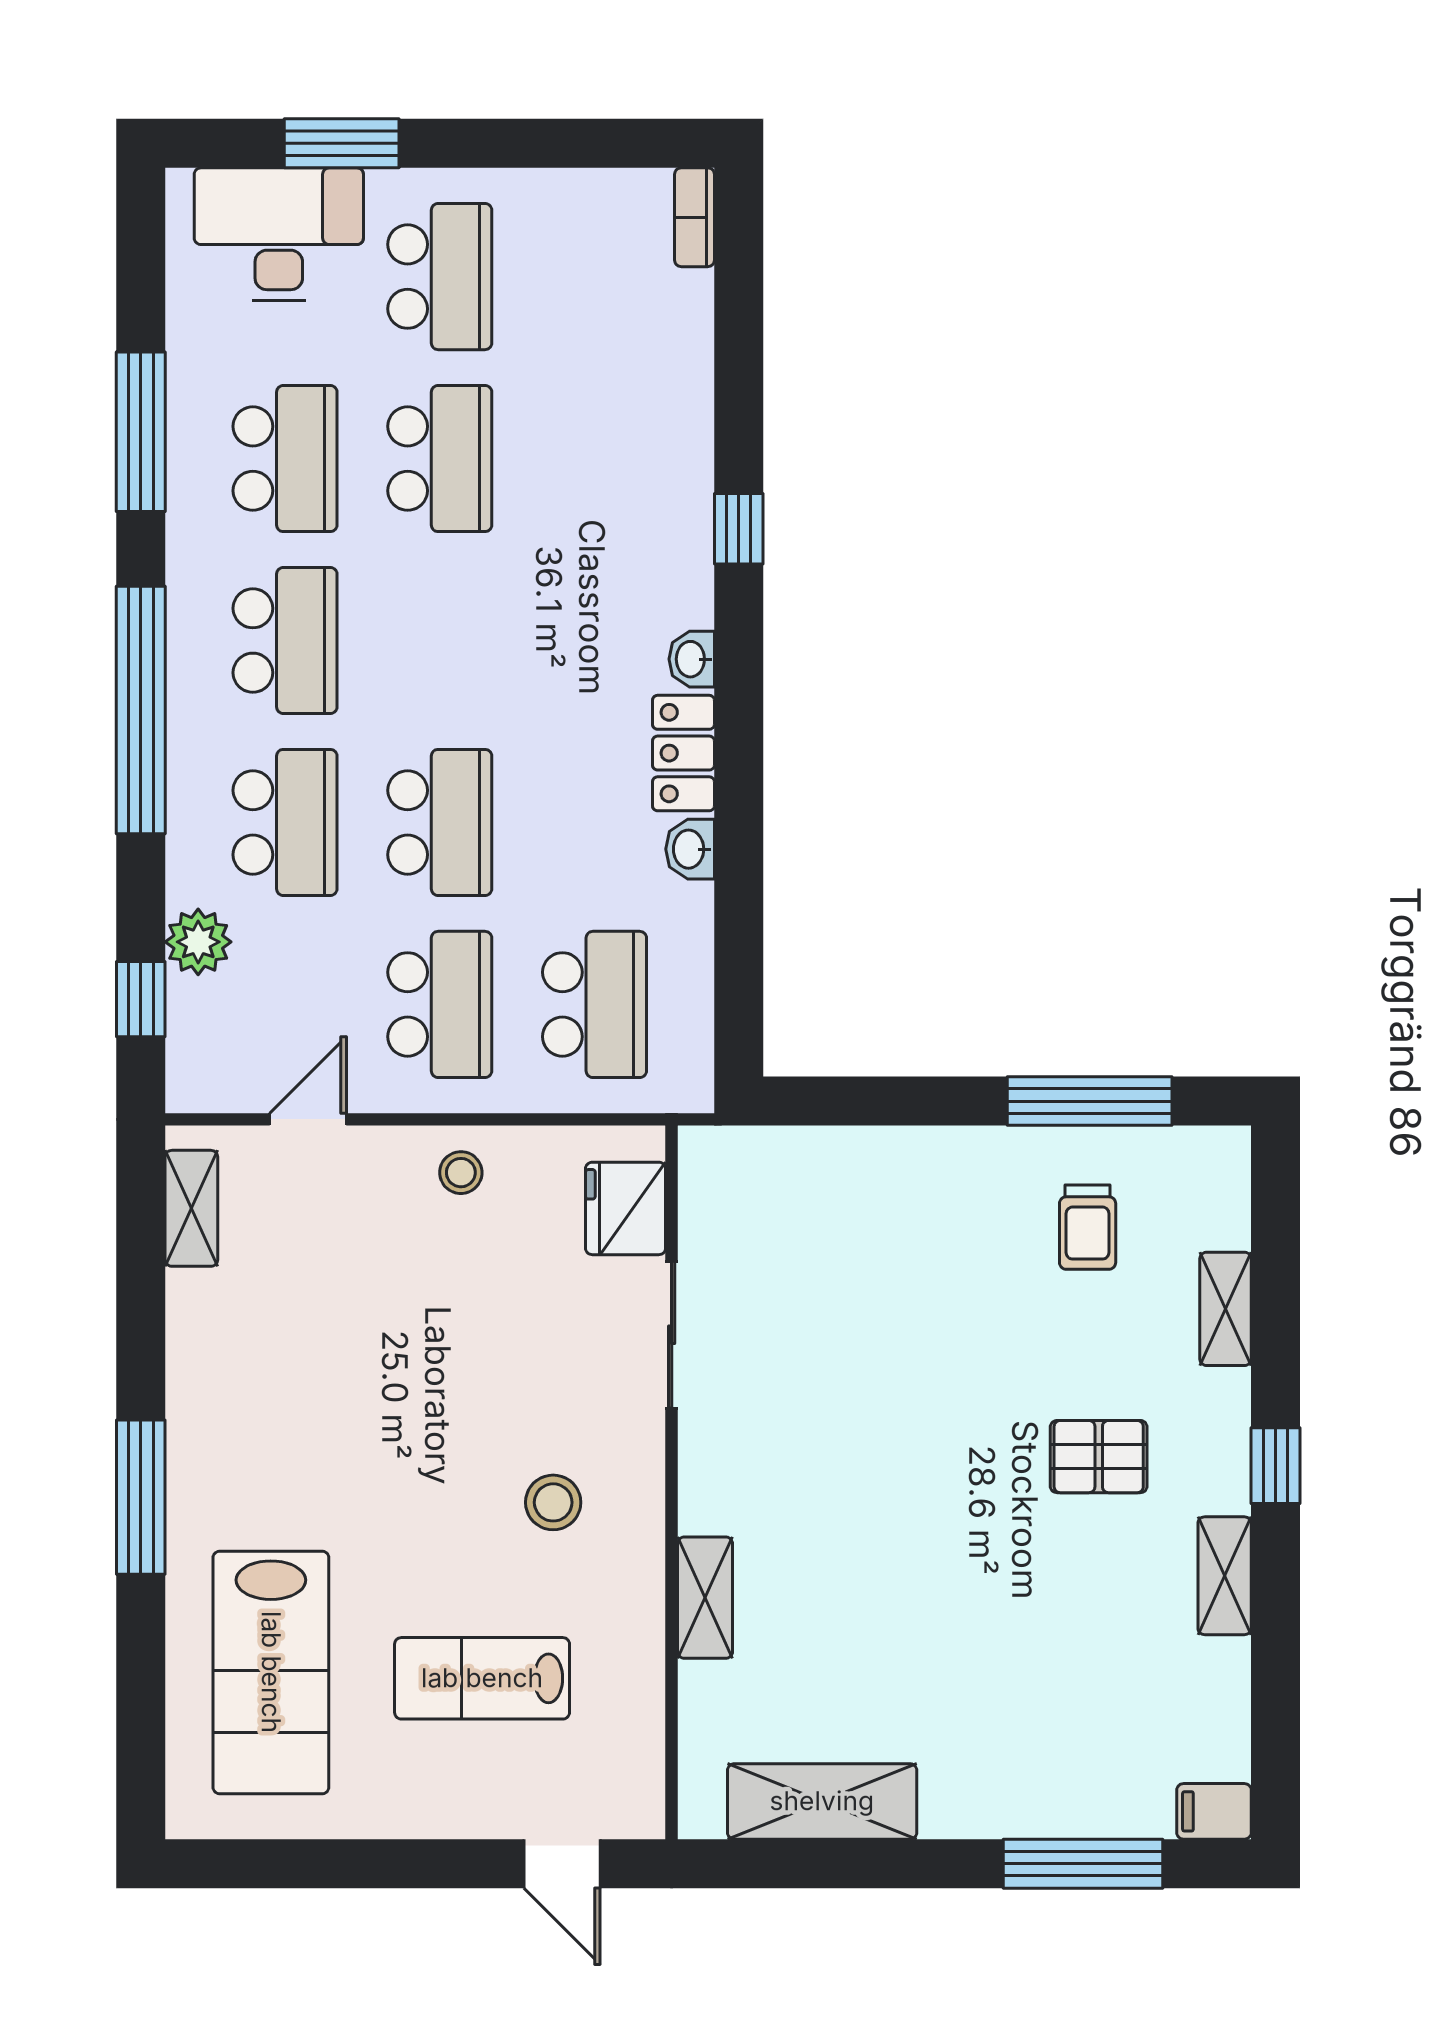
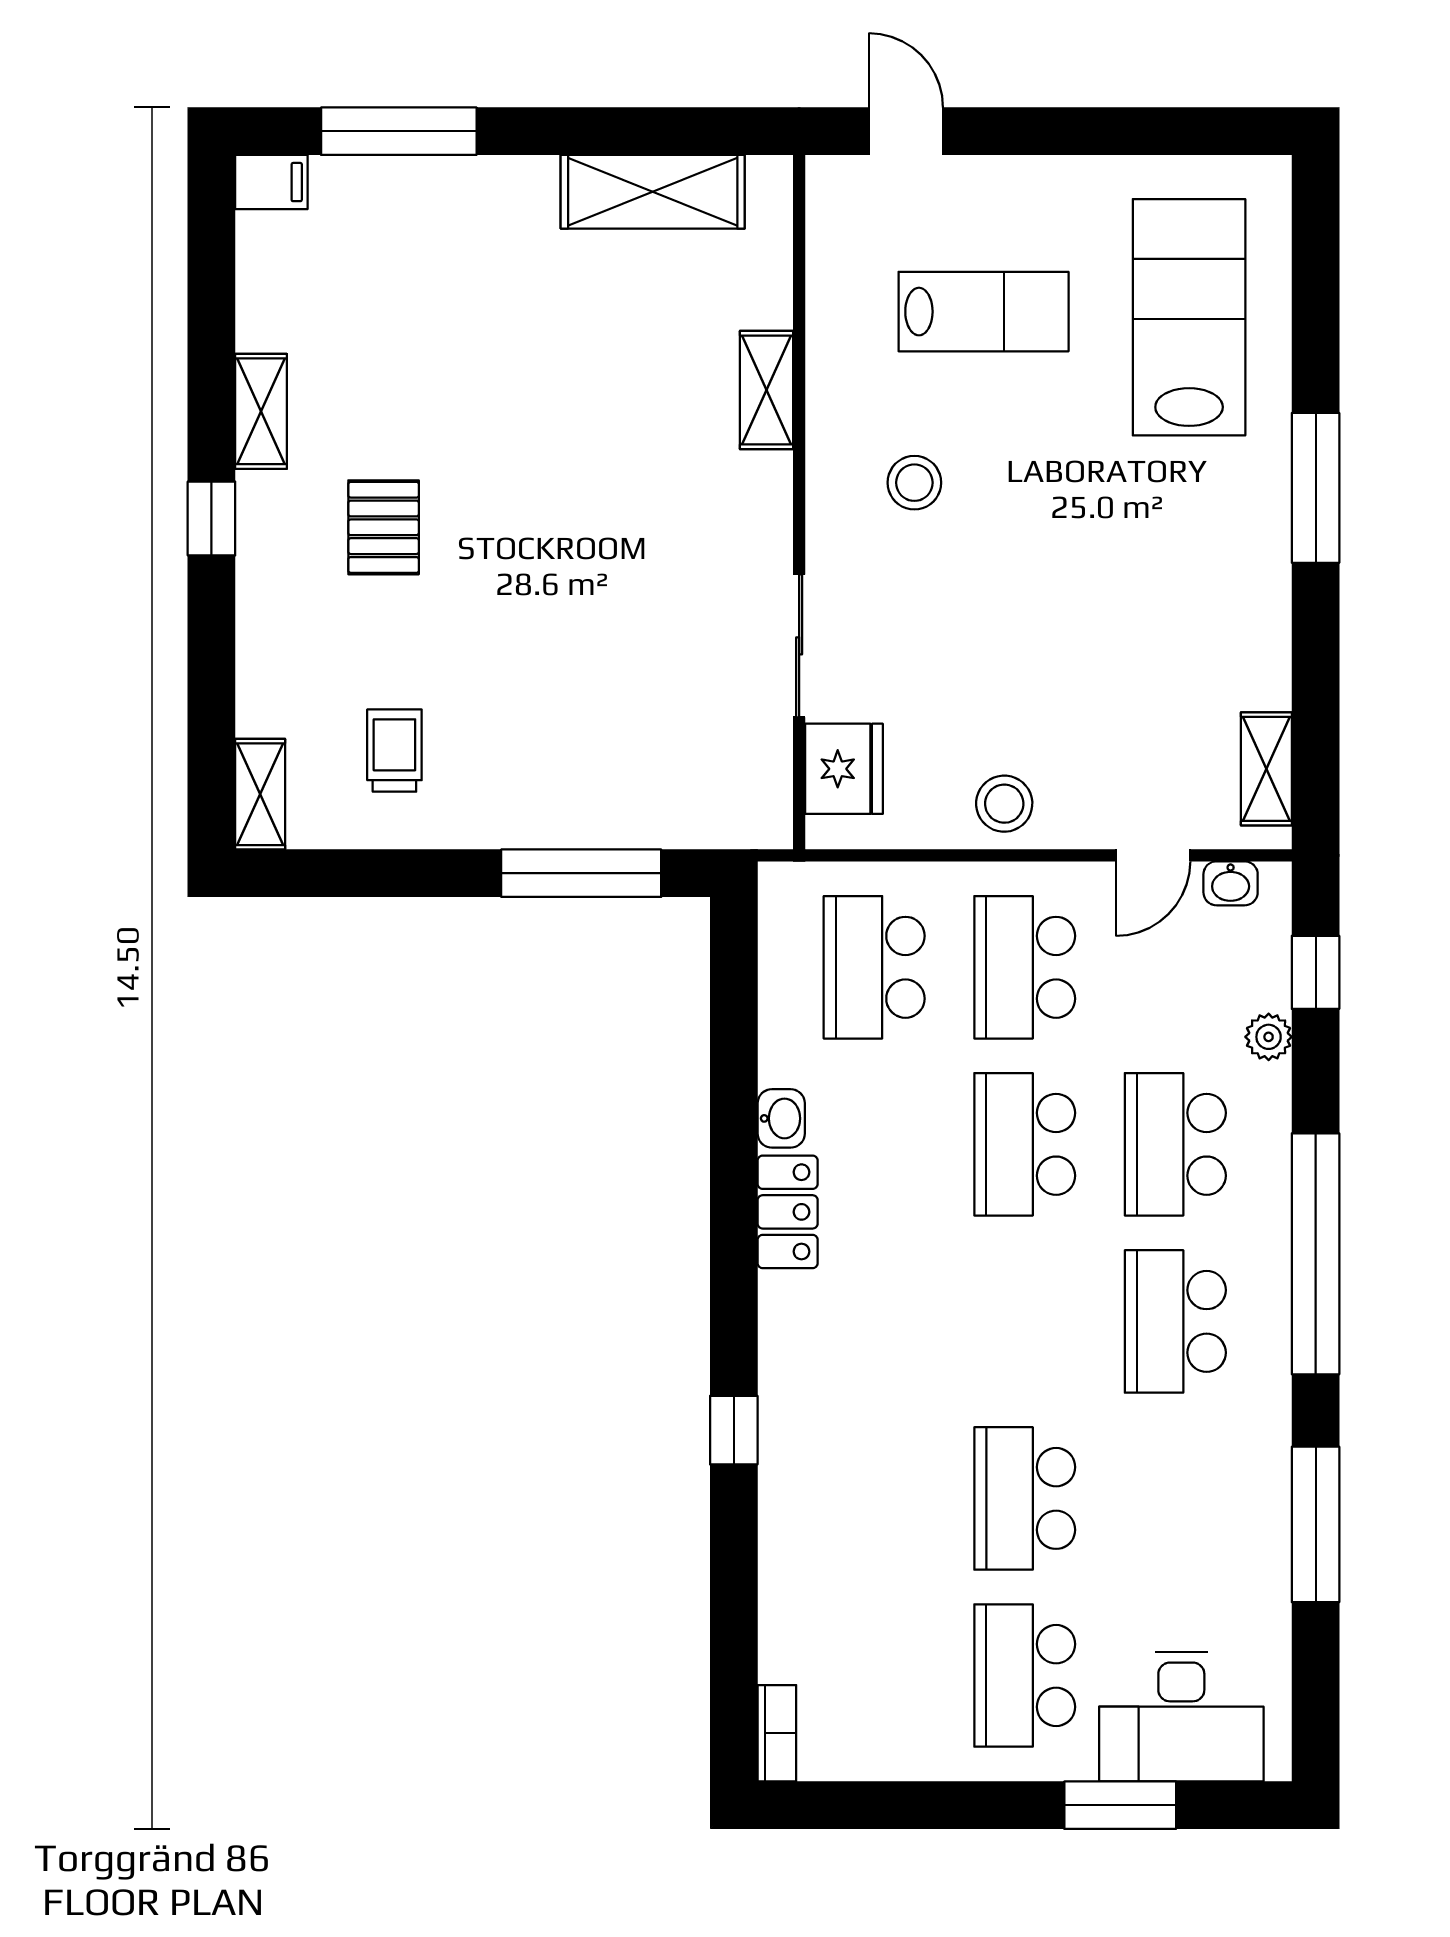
school desk: (285, 459) -> (1175, 1498), removed
washbasin: (692, 659) -> (1231, 883), moved, turned 90
plant: (198, 942) -> (1269, 1037), width x0.73, depth x0.73
window: (1090, 1101) -> (581, 873), moved
stool: (461, 1173) -> (1004, 804), width x1.37, depth x1.37
shelving: (1226, 1309) -> (260, 794), moved
pallet: (1099, 1457) -> (384, 527), turned 90

